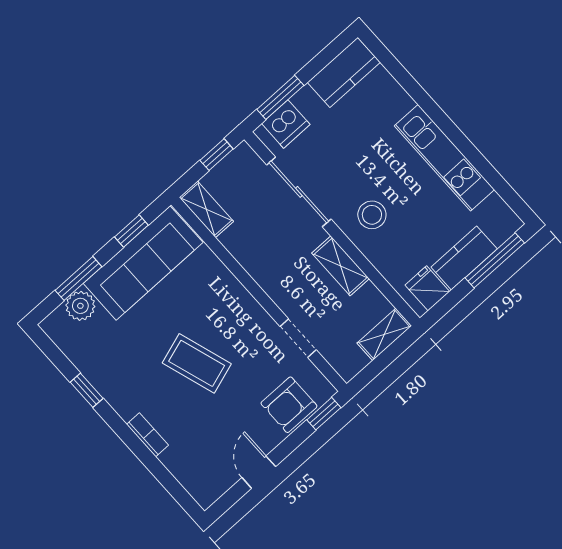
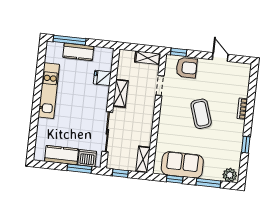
kitchen counter: (344, 72) -> (62, 155), moved
stool: (372, 215) -> (92, 98), removed
sofa: (143, 263) -> (182, 165), width x0.73
fridge: (427, 288) -> (102, 78), moved, turned 90
plant: (80, 306) -> (230, 175), moved
shelving: (384, 334) -> (148, 58), moved
door: (259, 472) -> (220, 57), swing flipped

